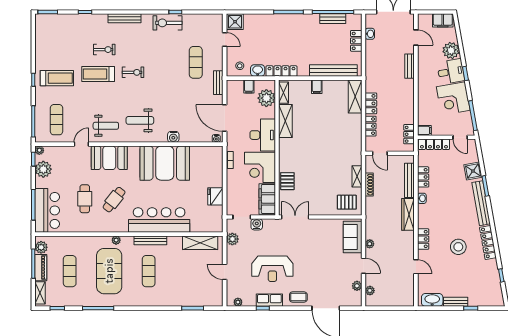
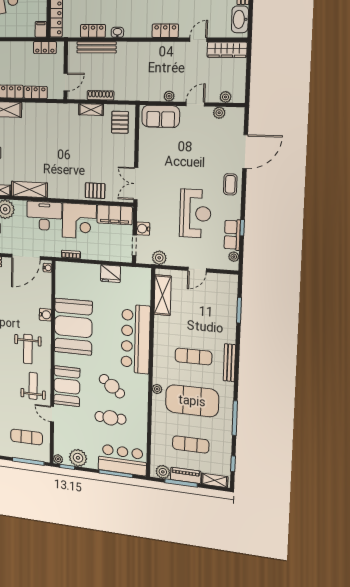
wardrobe: (408, 214) -> (227, 50), moved
bench: (150, 240) -> (229, 363), moved
row of seats: (269, 300) -> (232, 235), moved

